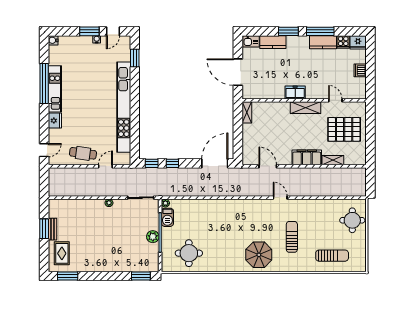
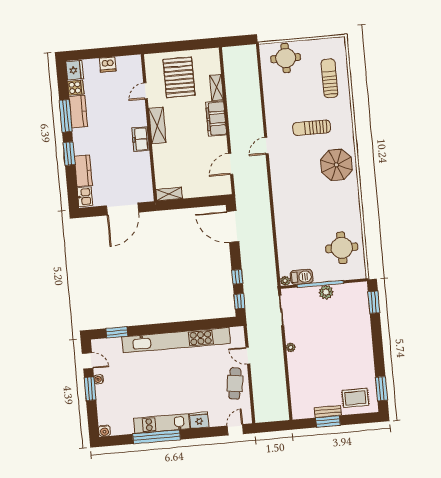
door: (44, 150) -> (235, 430), hinge flipped

